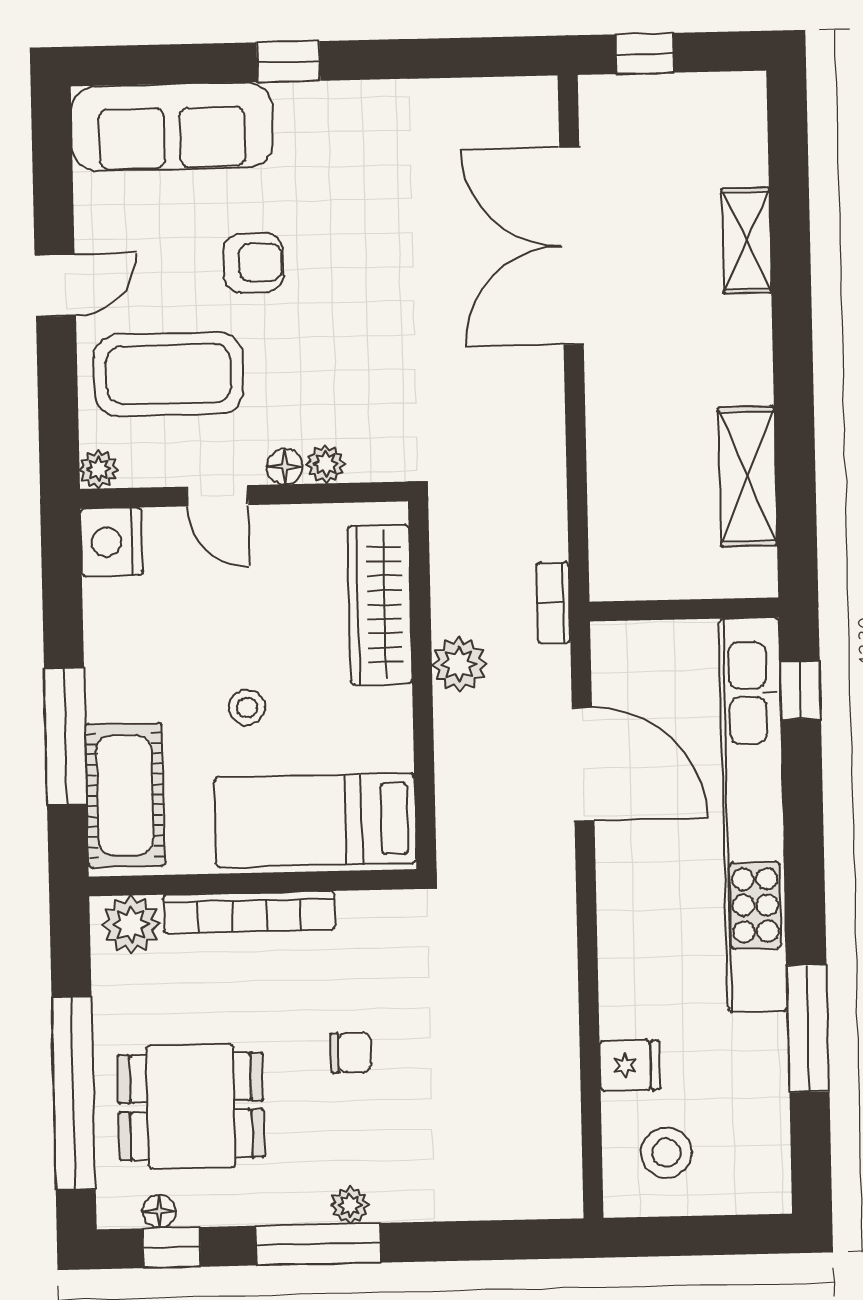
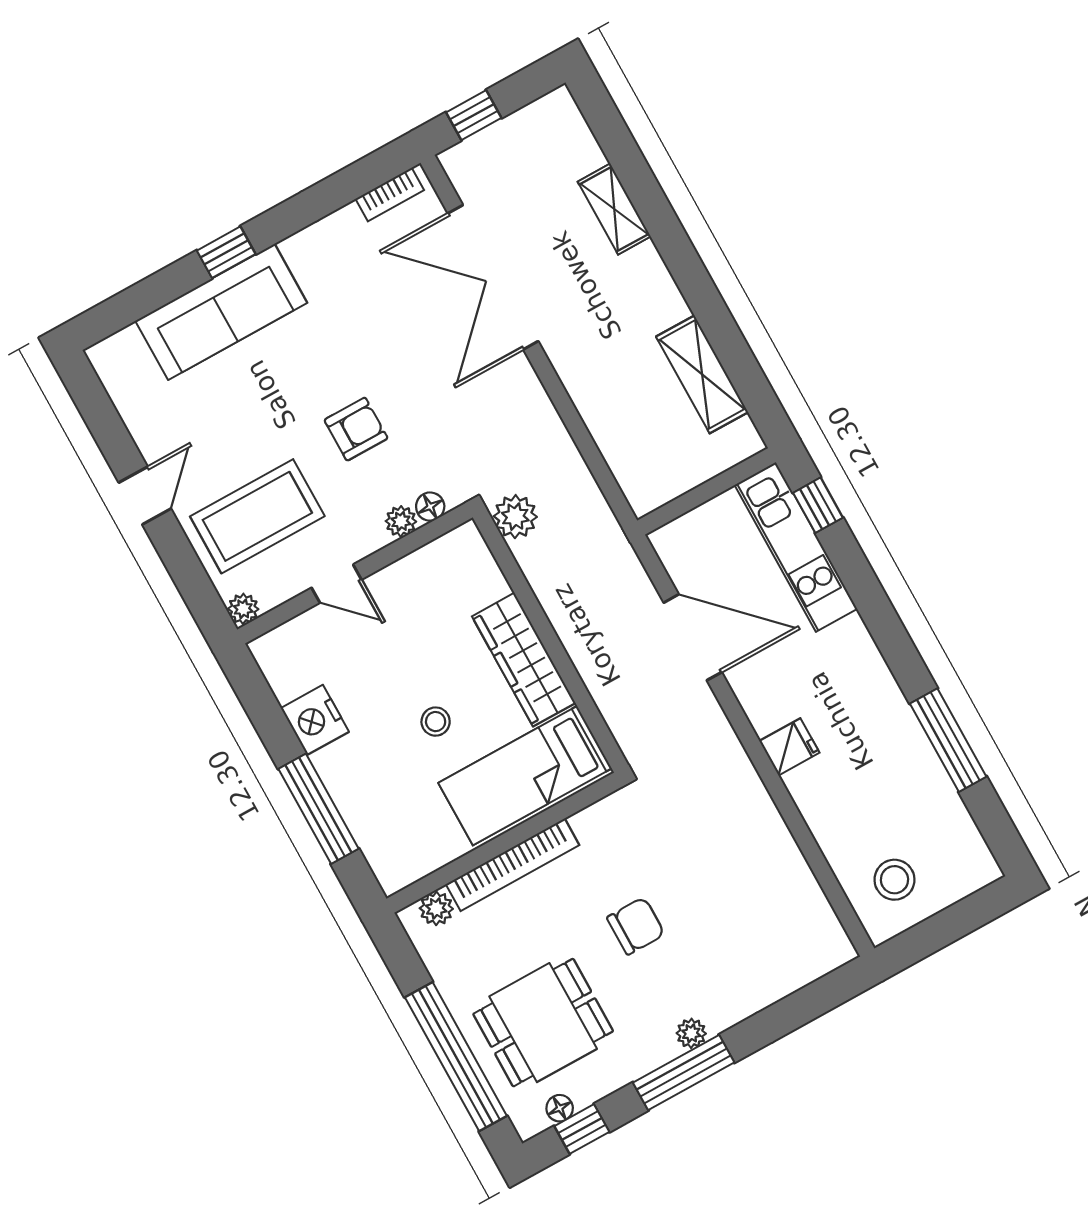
sofa: (172, 127) -> (221, 312), moved
armchair: (253, 263) -> (356, 429), moved
floor lamp: (285, 466) -> (430, 507), moved
nightstand: (111, 542) -> (315, 720), moved
bookcase: (553, 603) -> (390, 194), moved, turned -90
wardrobe: (380, 605) -> (524, 660), moved
plant: (459, 664) -> (515, 517), moved
cot: (125, 795) -> (382, 828), removed
kitchen unit: (753, 815) -> (796, 547), width x0.54
plant: (131, 925) -> (436, 908), width x0.73, depth x0.73
chair: (351, 1053) -> (636, 926), width x1.37, depth x1.37
fridge: (630, 1065) -> (789, 747), moved

